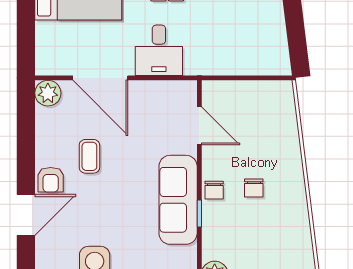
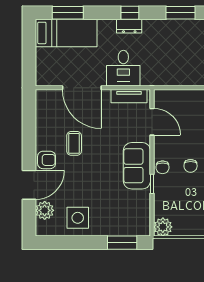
tv unit: (167, 90) -> (129, 96), added
plant: (48, 93) -> (45, 210), moved
armchair: (51, 180) -> (47, 160), turned -90
sofa: (178, 200) -> (137, 166), width x0.73

